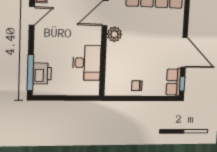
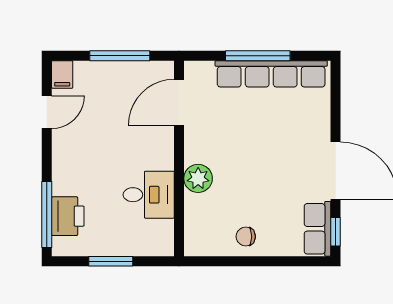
plant: (114, 34) -> (198, 178), moved
desk: (87, 63) -> (149, 195), width x0.73
window: (65, 98) -> (111, 261), added

